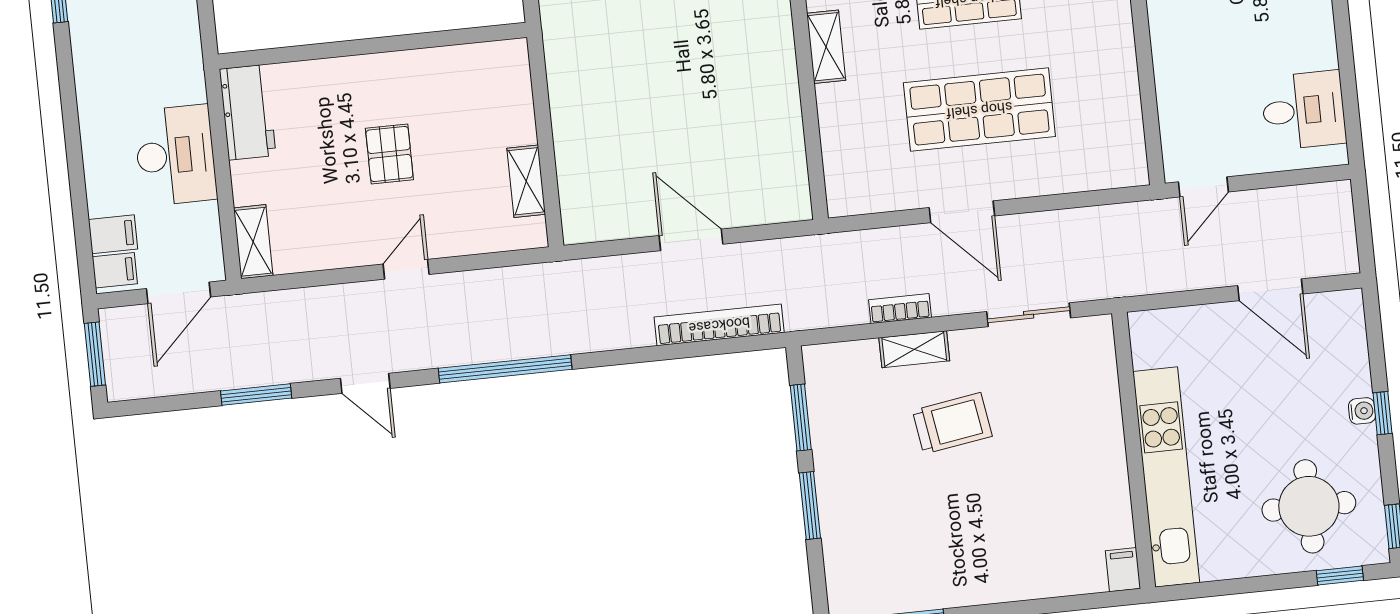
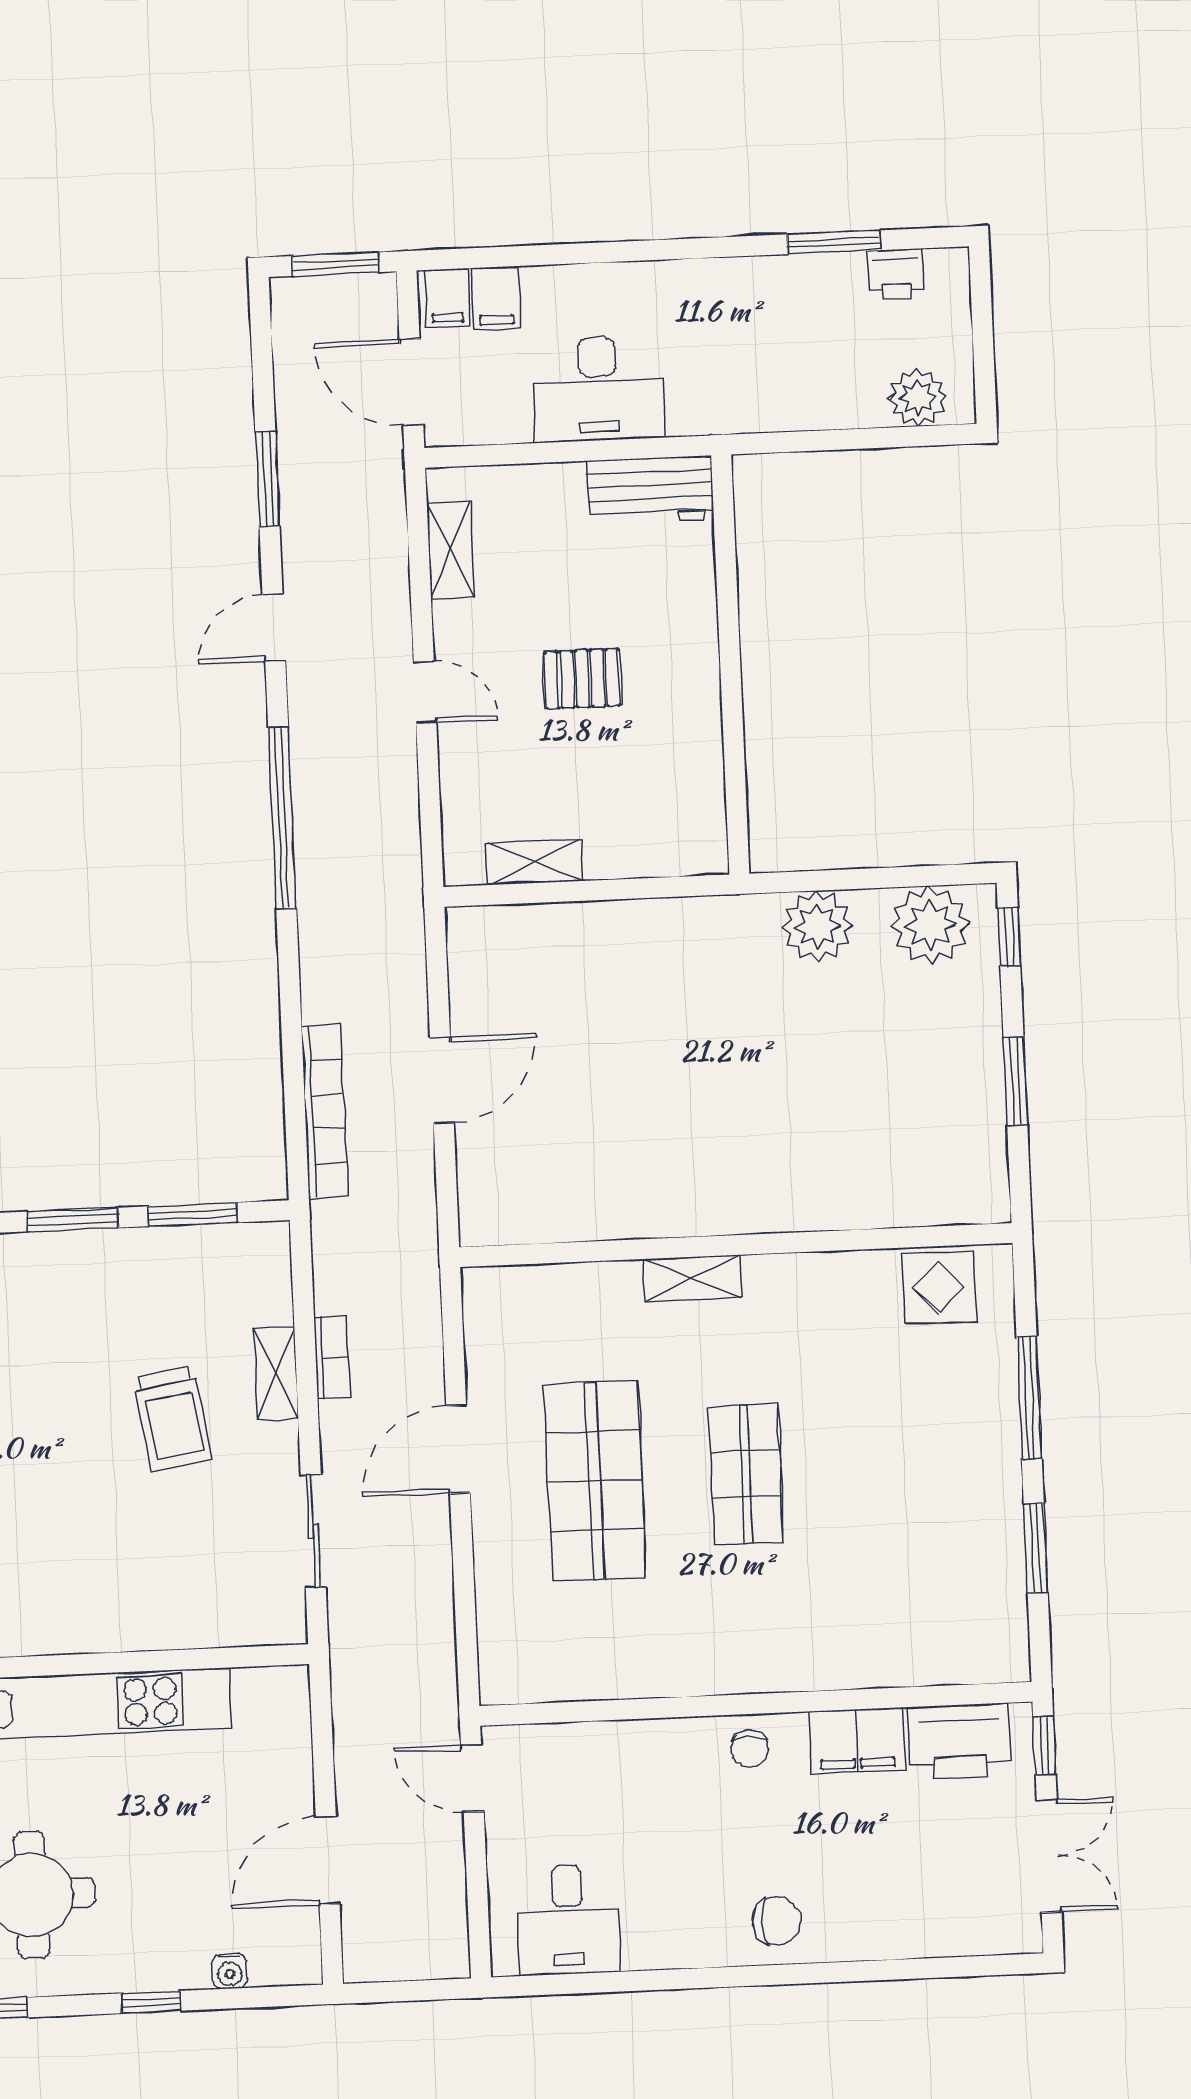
shelving: (253, 242) -> (451, 550), moved, turned 90
water cooler: (1362, 411) -> (230, 1971), moved

